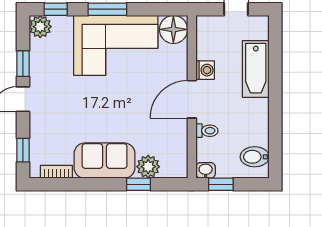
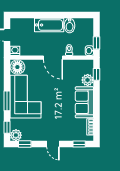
window: (23, 64) -> (25, 144), moved
bathtub: (256, 69) -> (49, 25), moved
washing machine: (205, 70) -> (15, 51), moved
bidet: (255, 157) -> (70, 26), moved
window: (139, 184) -> (97, 74), moved

